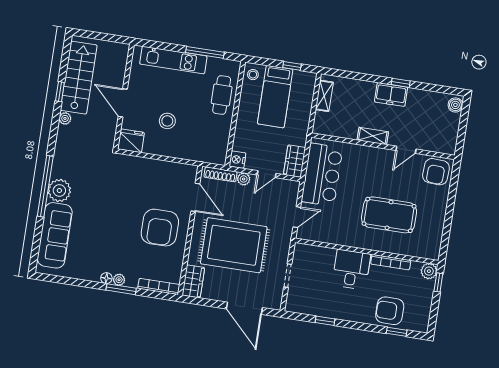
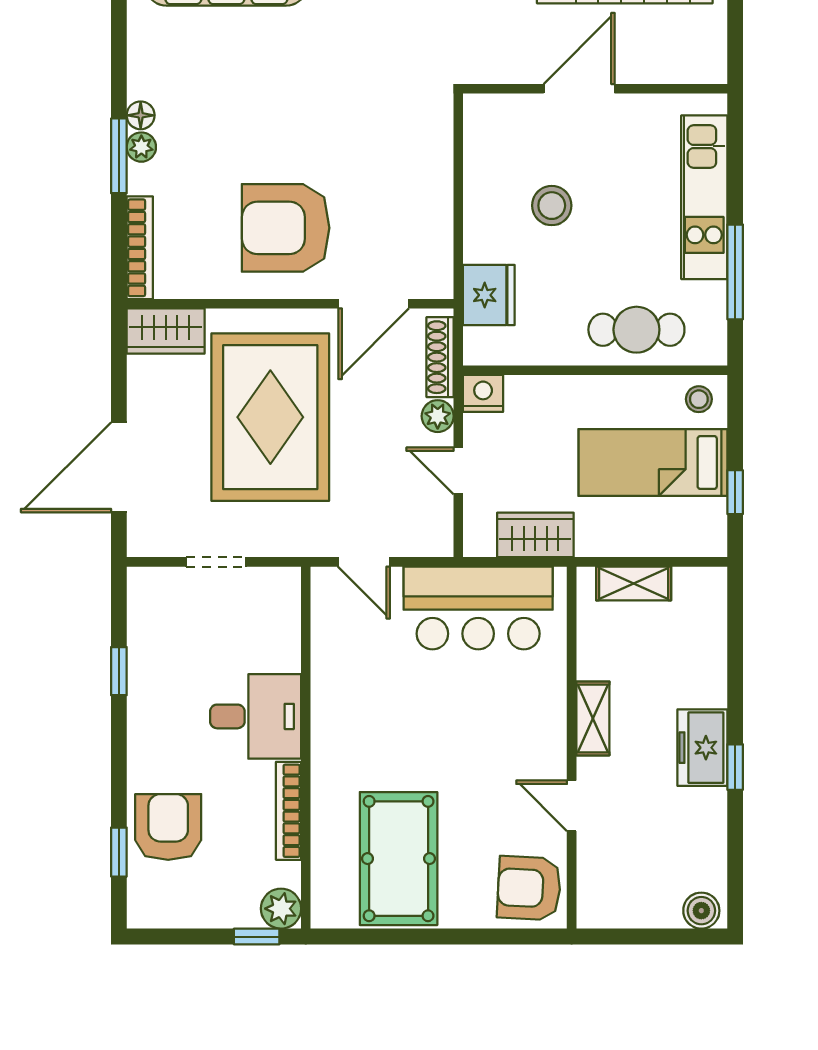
shelving: (324, 96) -> (634, 583), moved
fridge: (131, 141) -> (489, 295), moved
wardrobe: (295, 161) -> (535, 535), moved
pool table: (389, 215) -> (399, 859), moved

